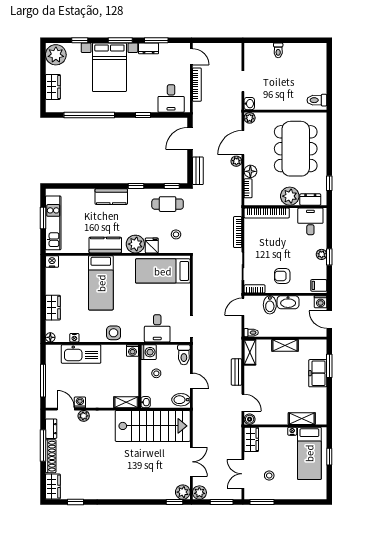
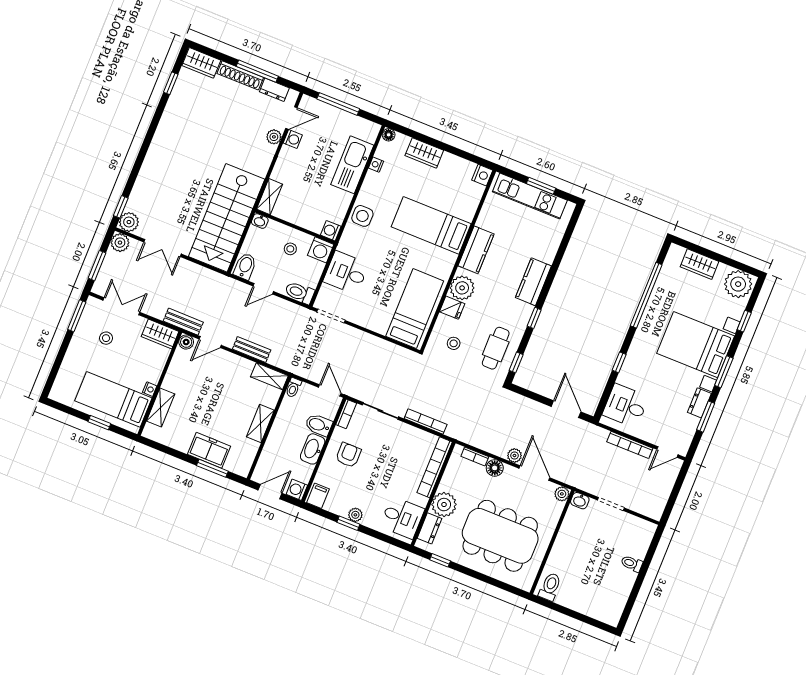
bench: (198, 171) -> (183, 322), moved

